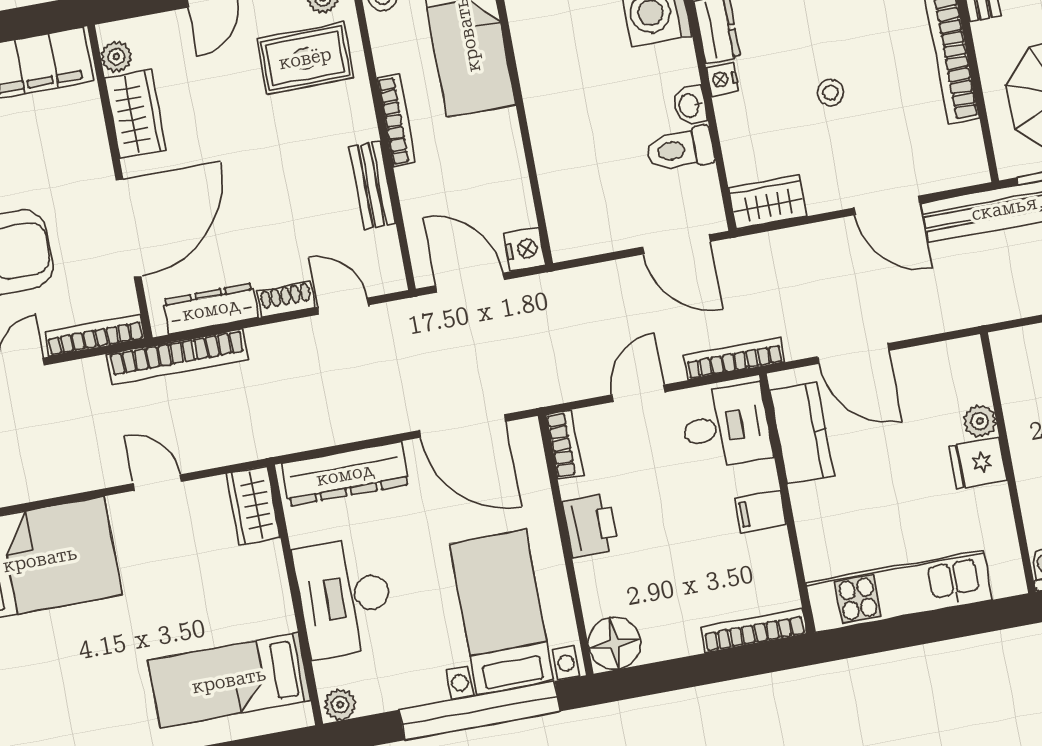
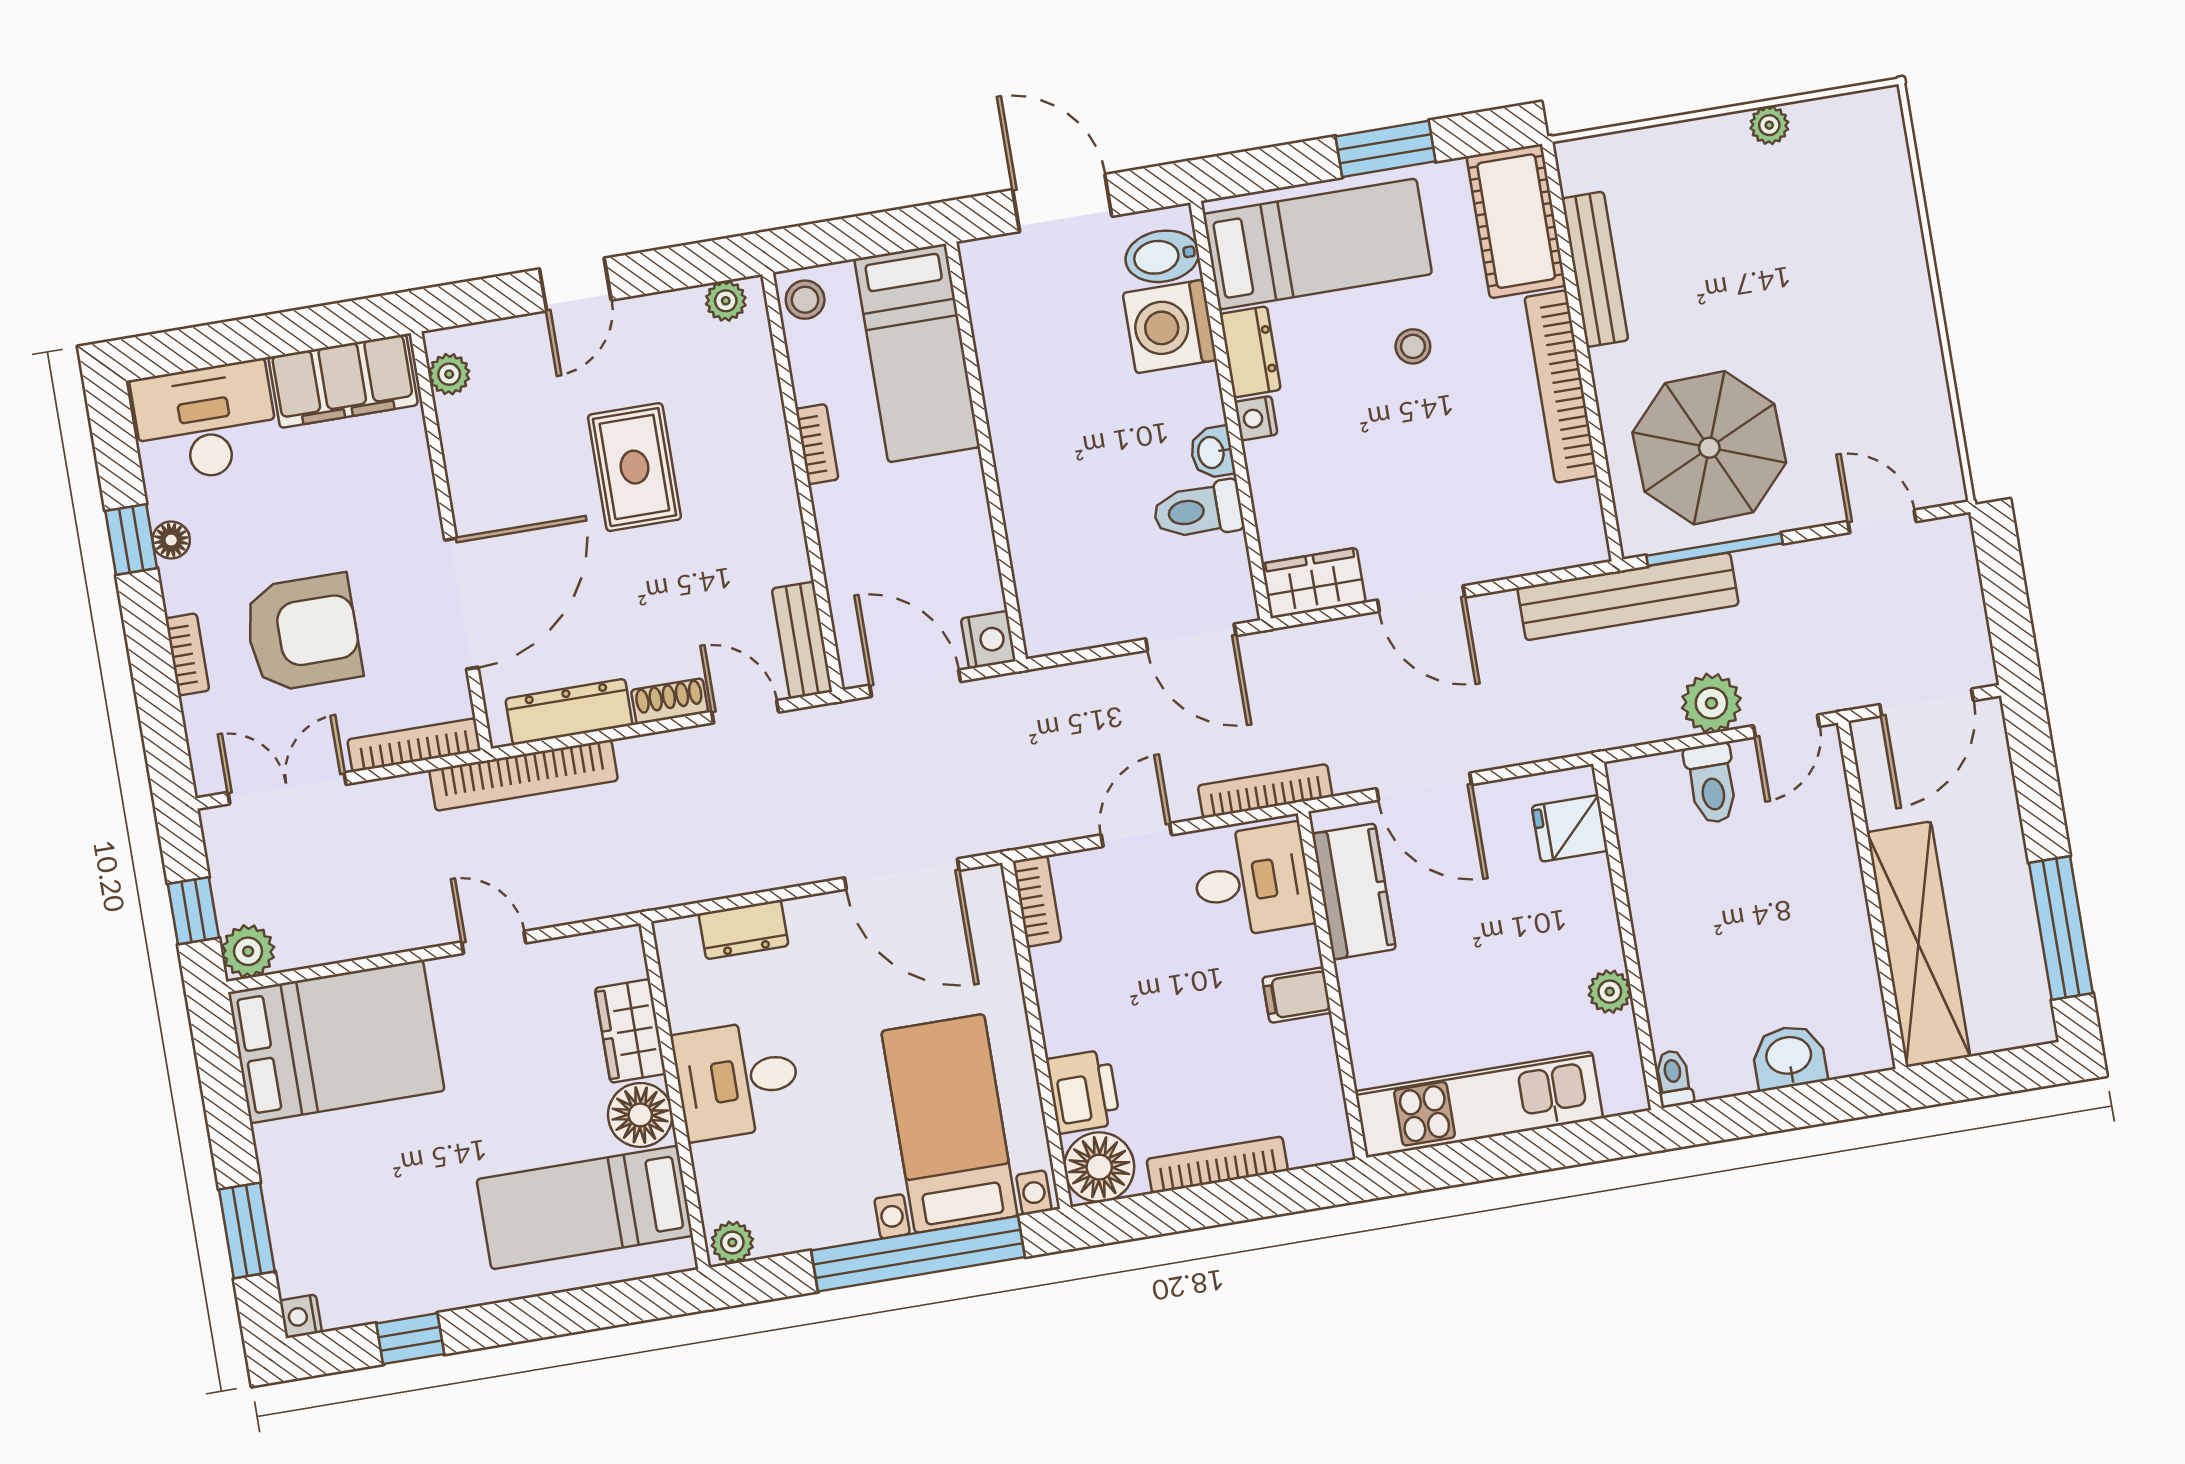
rug: (305, 58) -> (634, 467), moved, turned 90
stool: (830, 93) -> (1413, 346), moved
wardrobe: (135, 114) -> (473, 451), removed
bookcase: (396, 120) -> (817, 444), width x0.64
bench: (372, 185) -> (802, 640), moved
door: (887, 205) -> (1421, 599), moved
plant: (980, 421) -> (1610, 992), moved
fridge: (978, 463) -> (1570, 828), moved
dresser: (345, 474) -> (744, 930), width x0.51, depth x0.80
wardrobe: (253, 505) -> (630, 1031), moved
printer: (590, 526) -> (1083, 1091), moved
desk: (345, 597) -> (737, 1080), width x0.73
floor lamp: (269, 610) -> (640, 1115), added
bookcase: (754, 631) -> (1217, 1165), moved

